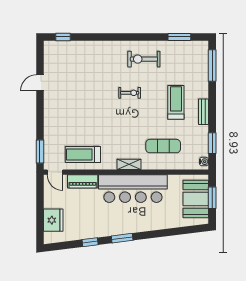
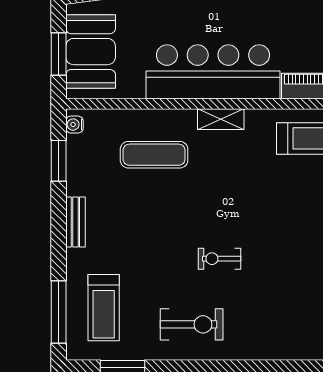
treadmill: (176, 102) -> (104, 308), moved

